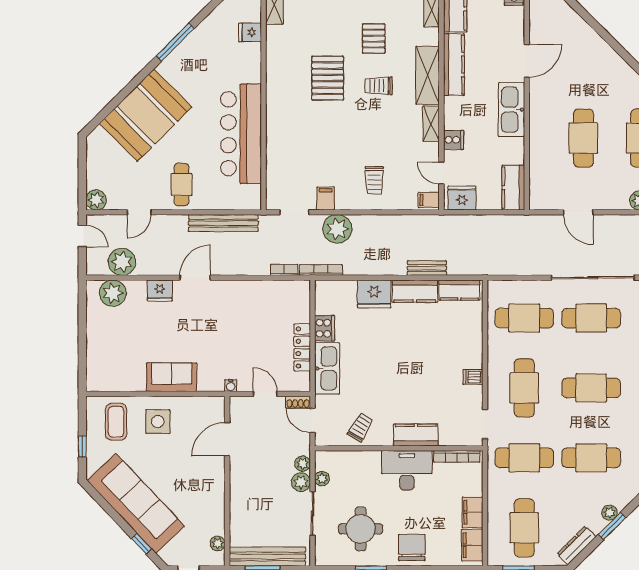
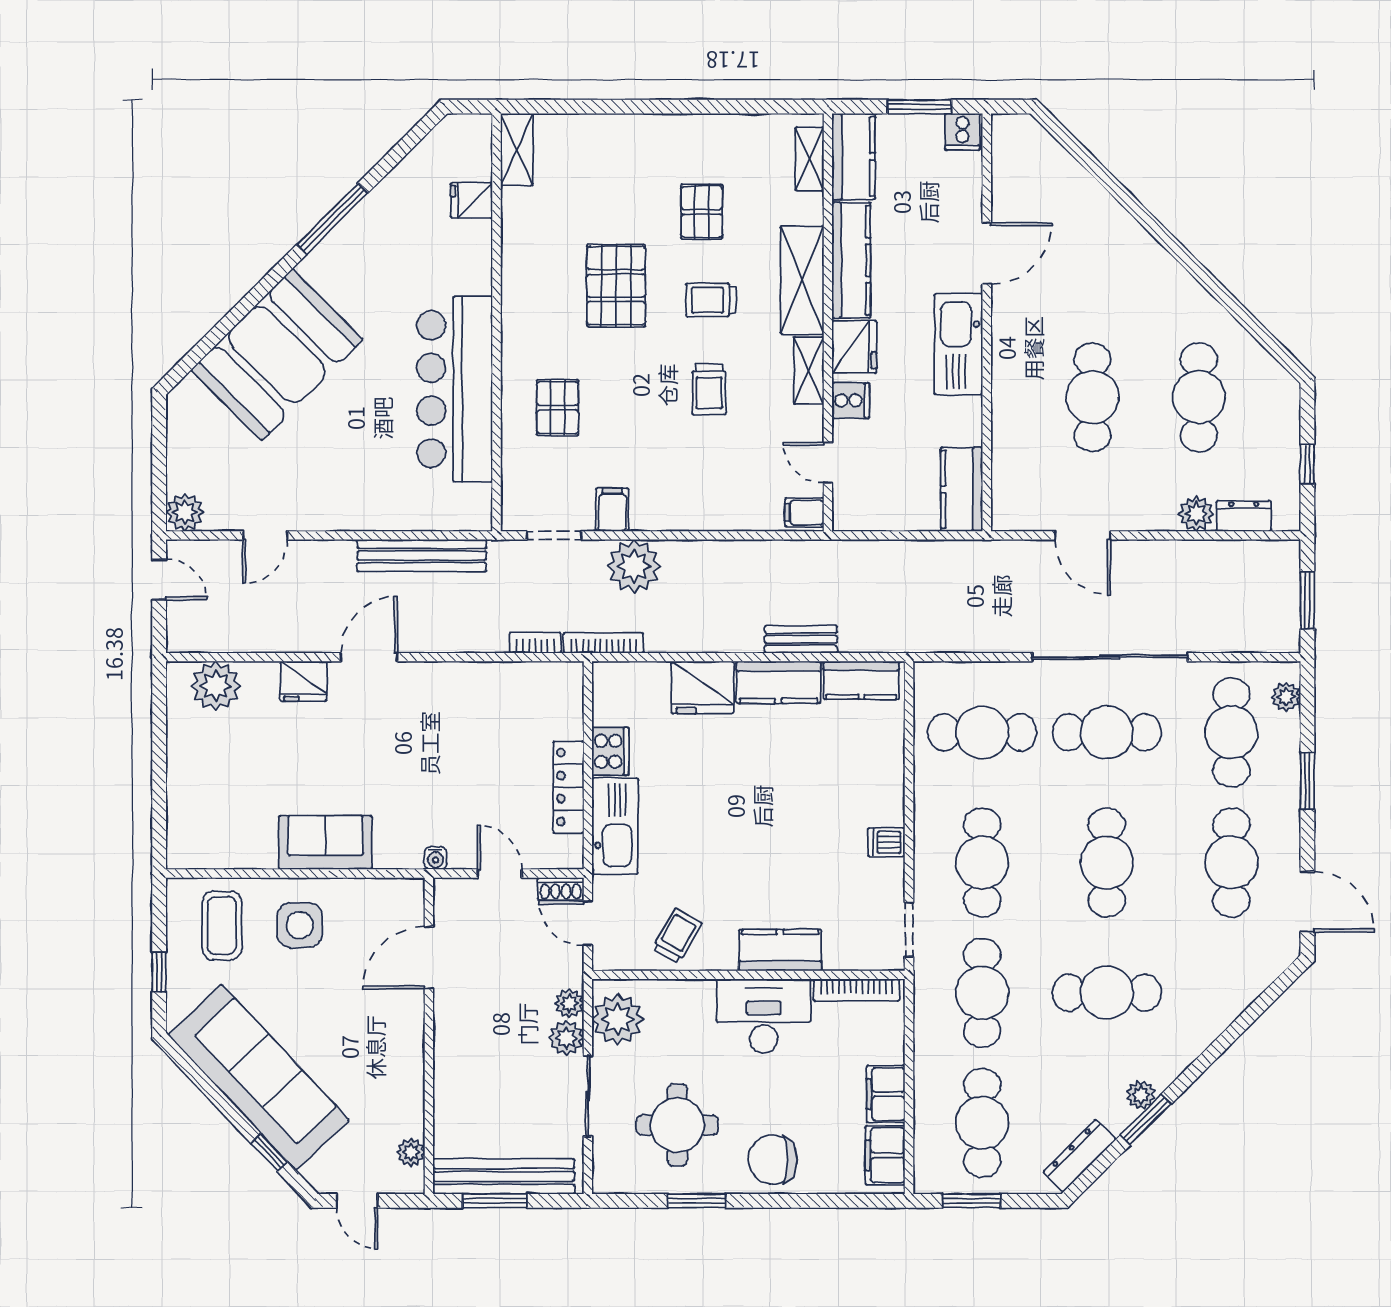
pallet: (296, 144) -> (558, 408), added
trolley: (374, 180) -> (709, 389), moved
cafe table: (181, 184) -> (344, 484), removed
fridge: (462, 198) -> (854, 347), moved, turned 90
plant: (122, 262) -> (233, 628), removed
cafe table: (591, 388) -> (1107, 863), turned 90
cafe table: (524, 458) -> (982, 993), turned 90
plant: (322, 479) -> (618, 1019), width x1.87, depth x1.87
chair: (412, 547) -> (773, 1160), turned -90

